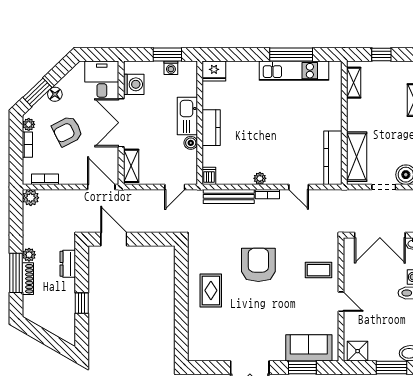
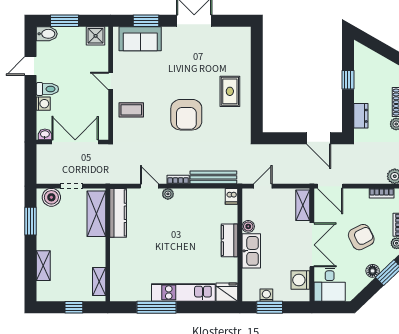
kitchen unit: (294, 71) -> (183, 292), moved
plant: (260, 178) -> (168, 194), moved

